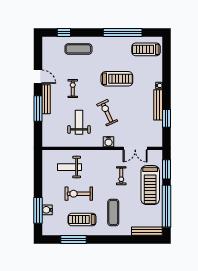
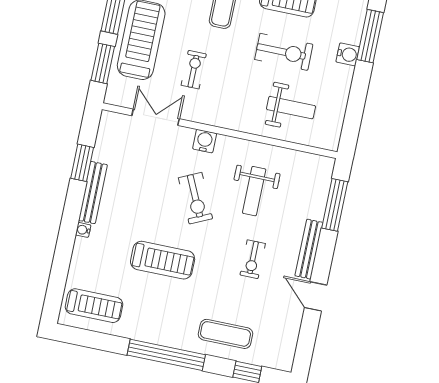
window: (123, 33) -> (166, 355), moved
treadmill: (117, 79) -> (163, 260), turned 180
window: (38, 109) -> (335, 205), moved
water cooler: (47, 210) -> (348, 54), moved

